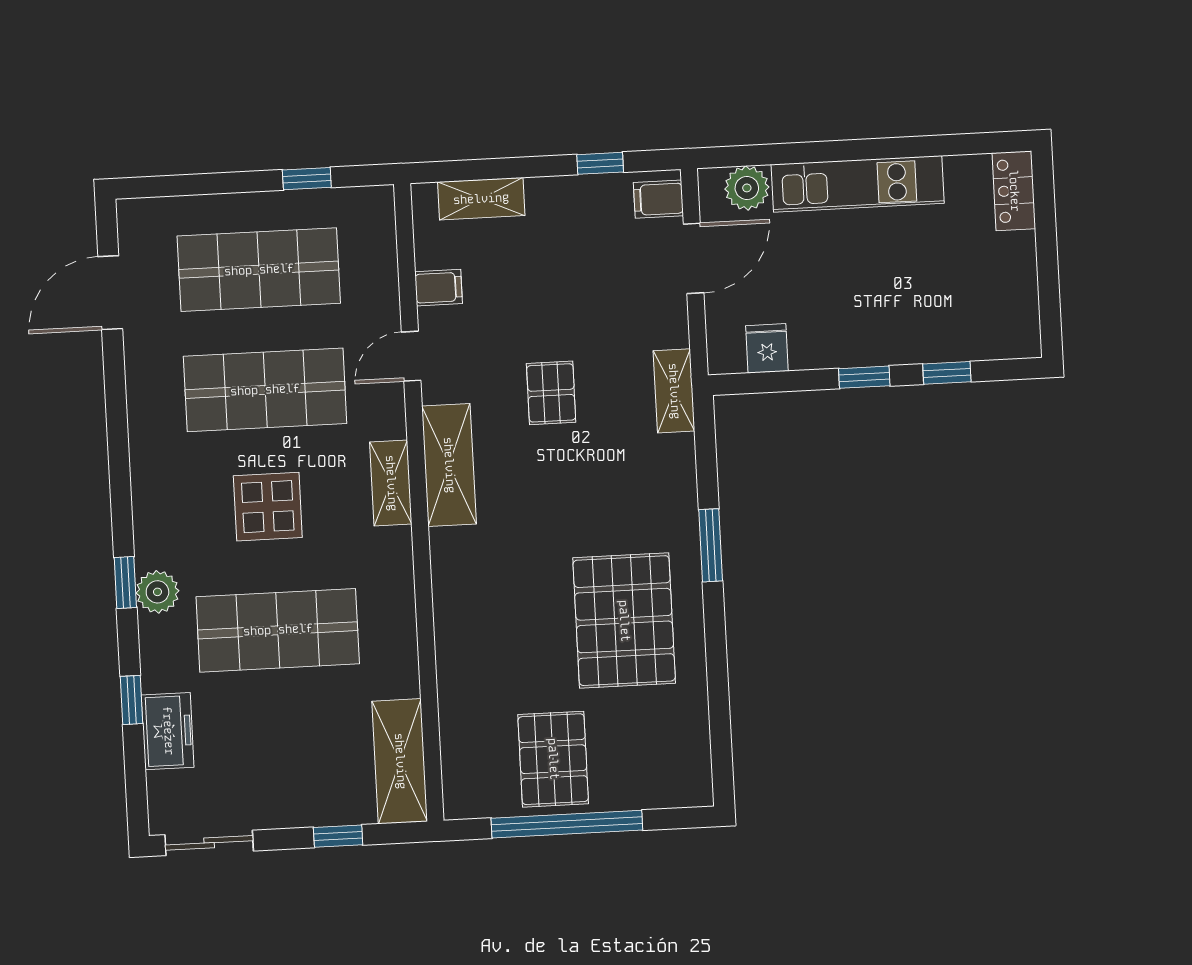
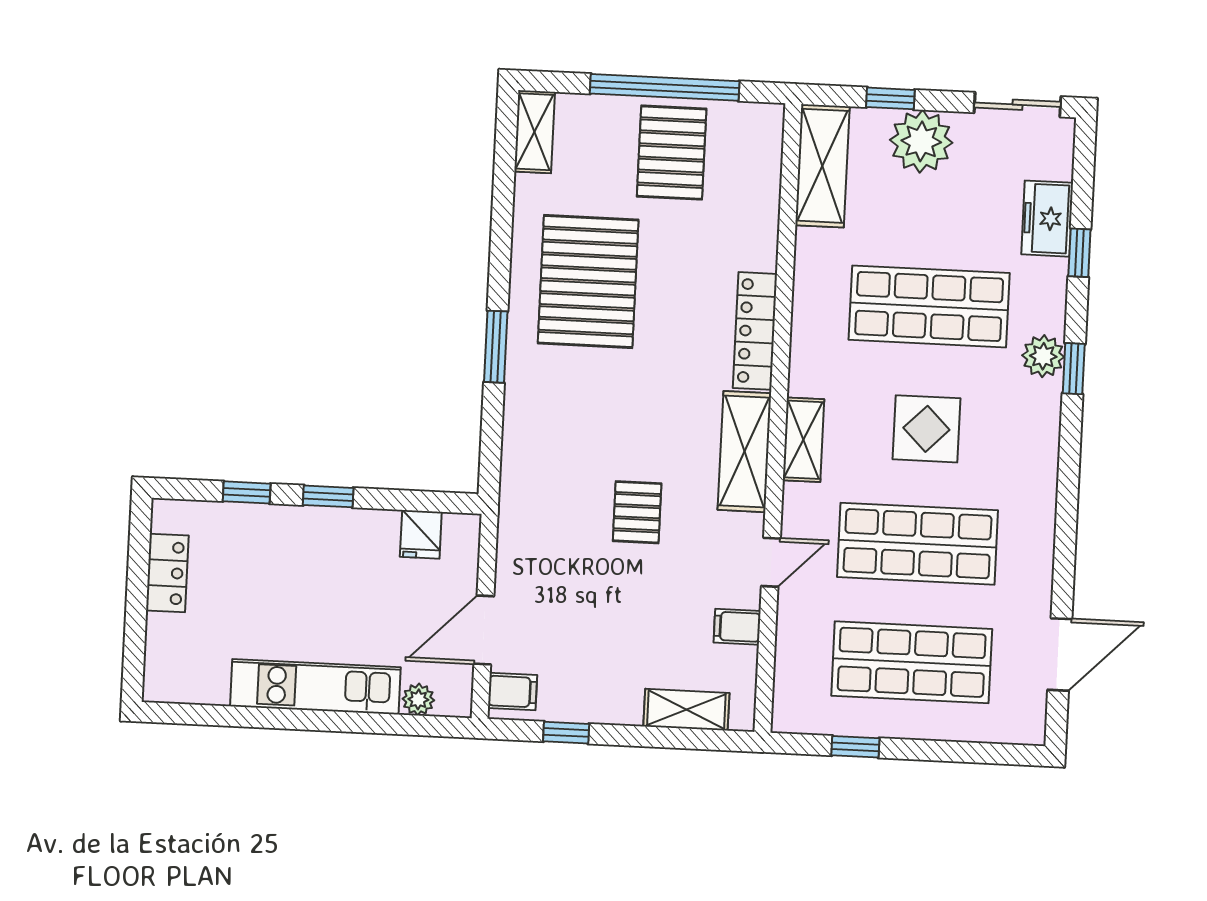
plant: (747, 188) -> (418, 699), width x0.73, depth x0.73
locker: (1014, 191) -> (167, 573), moved
shelving: (674, 391) -> (534, 132), moved
locker: (451, 588) -> (755, 331), added
plant: (303, 796) -> (921, 141), added

